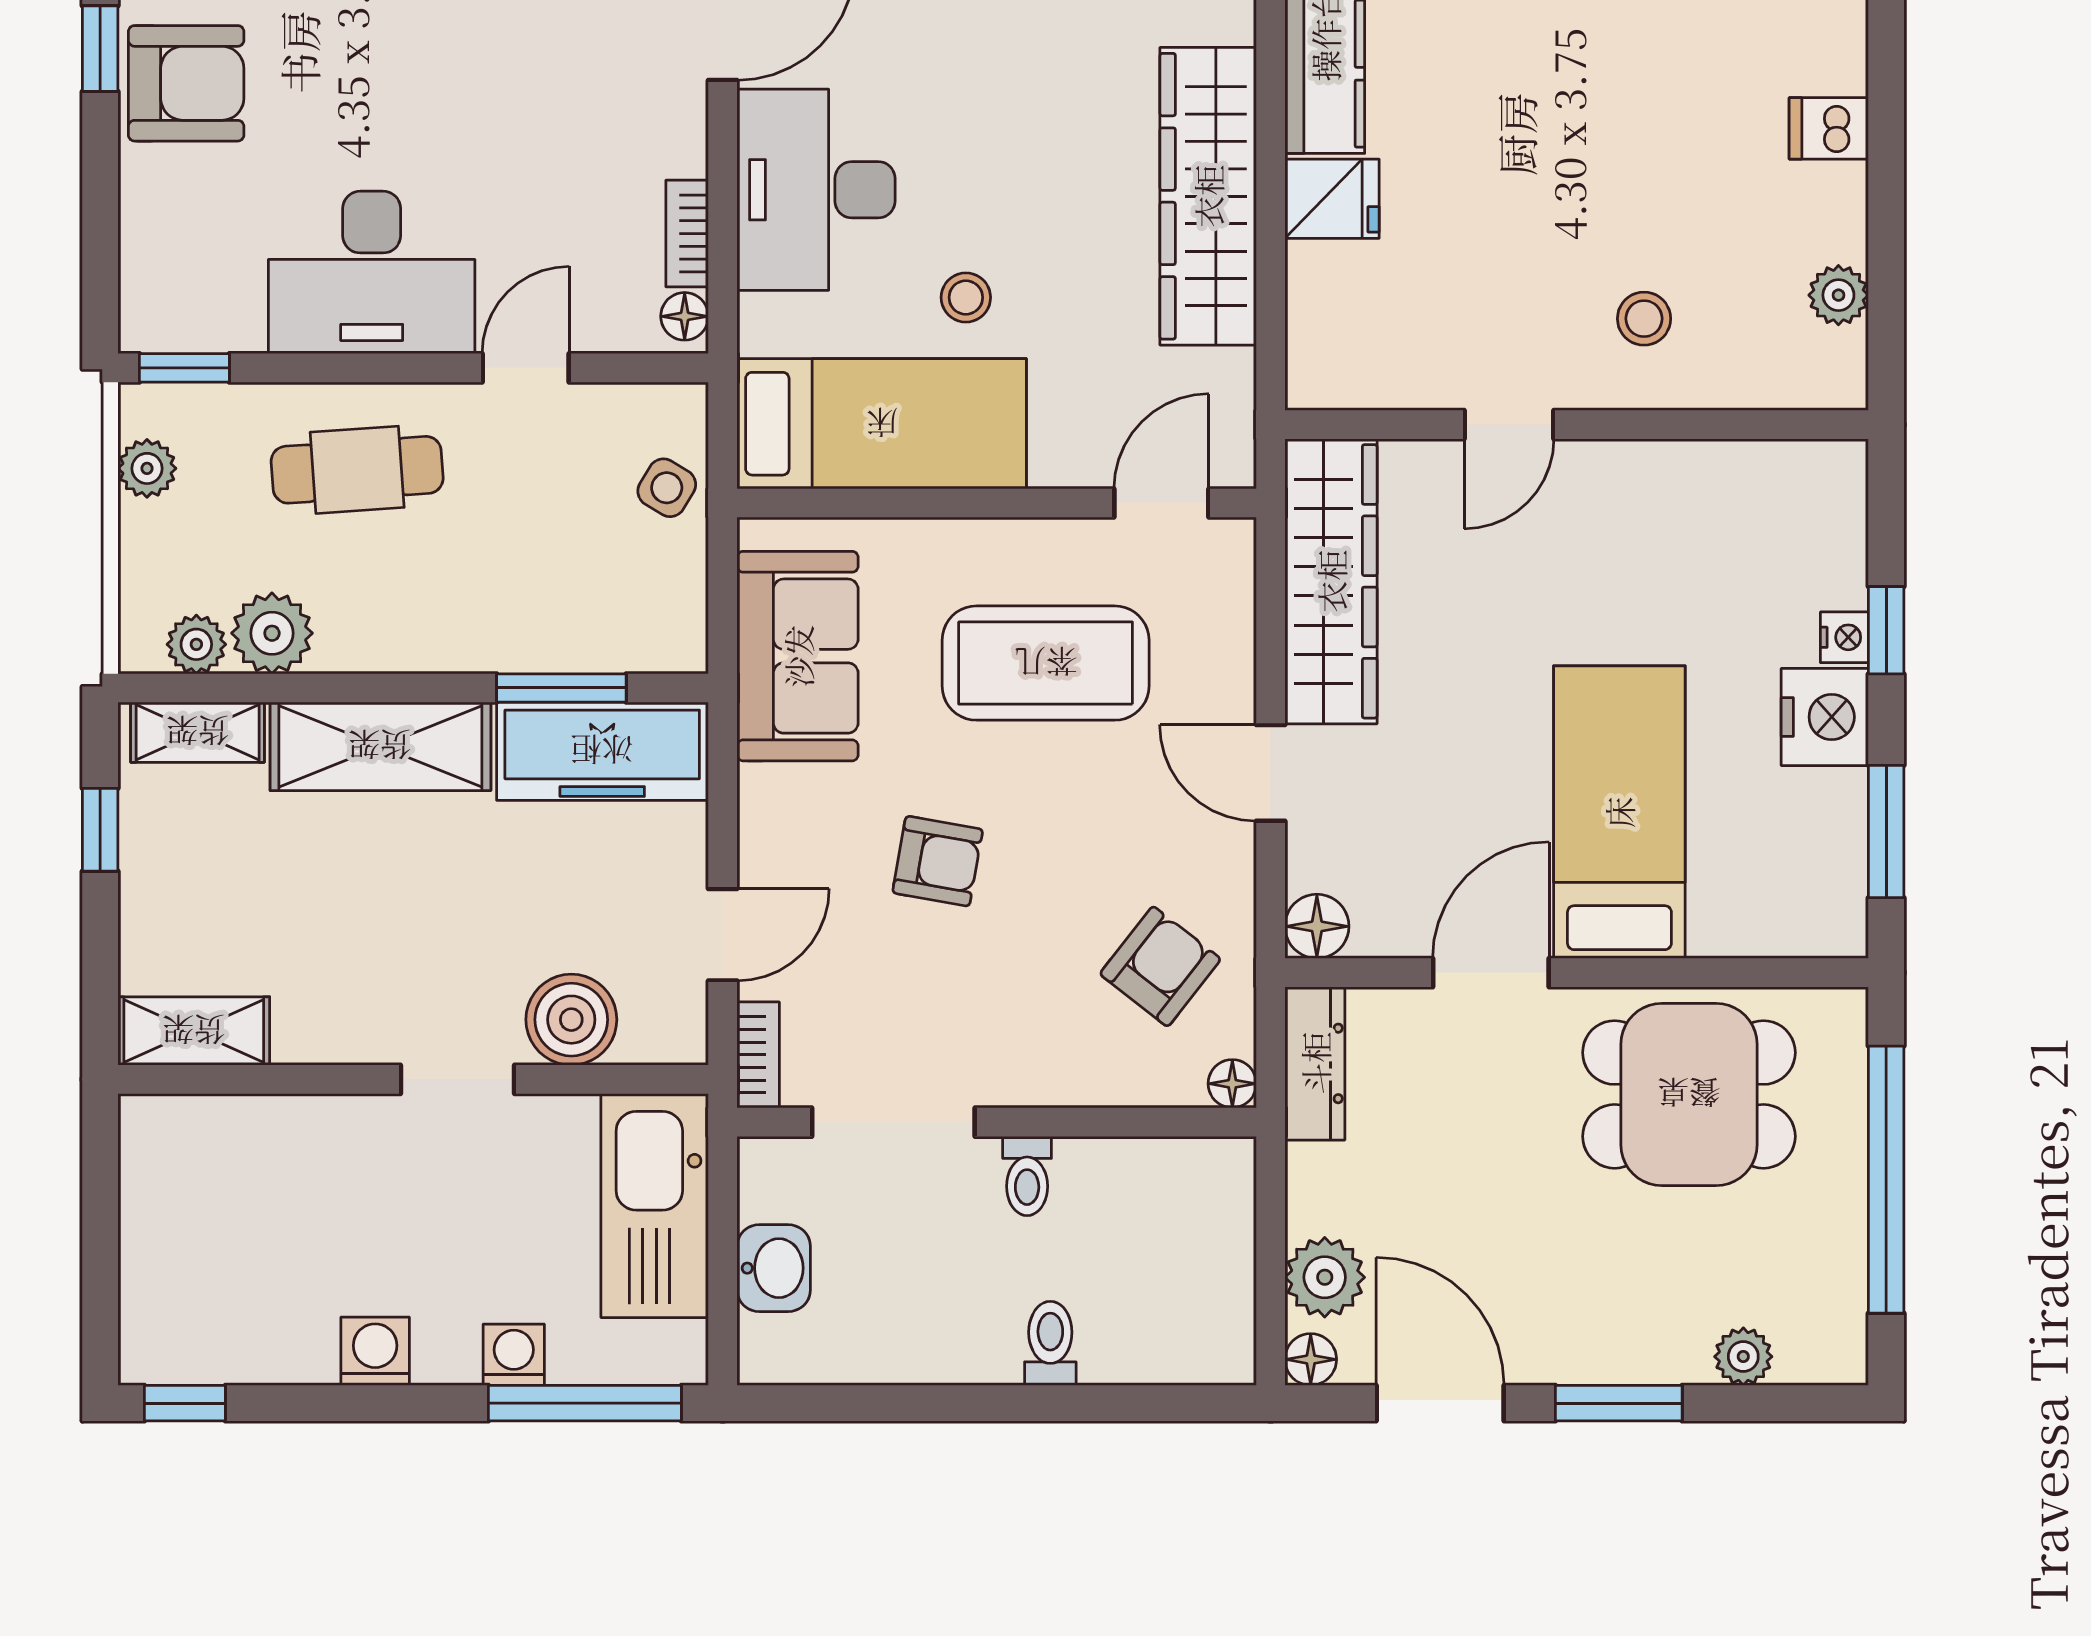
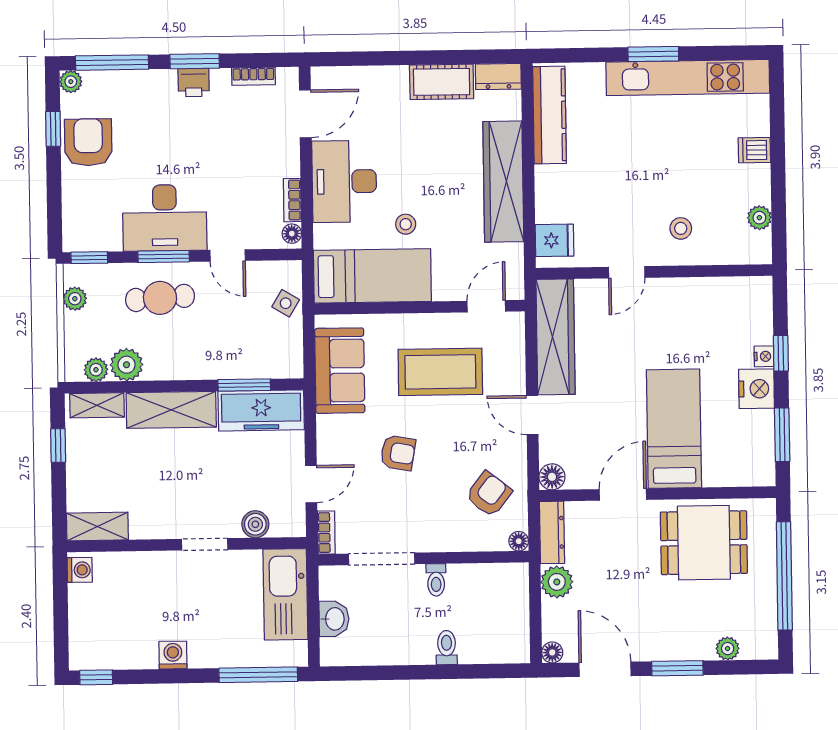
armchair: (186, 83) -> (88, 142), turned -90
fridge: (1332, 199) -> (554, 240), moved
window: (368, 368) -> (164, 256), added
door: (526, 368) -> (228, 255), swing flipped
boiler: (571, 1020) -> (255, 524), width x0.73, depth x0.73
plant: (1325, 1277) -> (557, 582), moved
washing machine: (514, 1355) -> (80, 570), moved, turned 90

